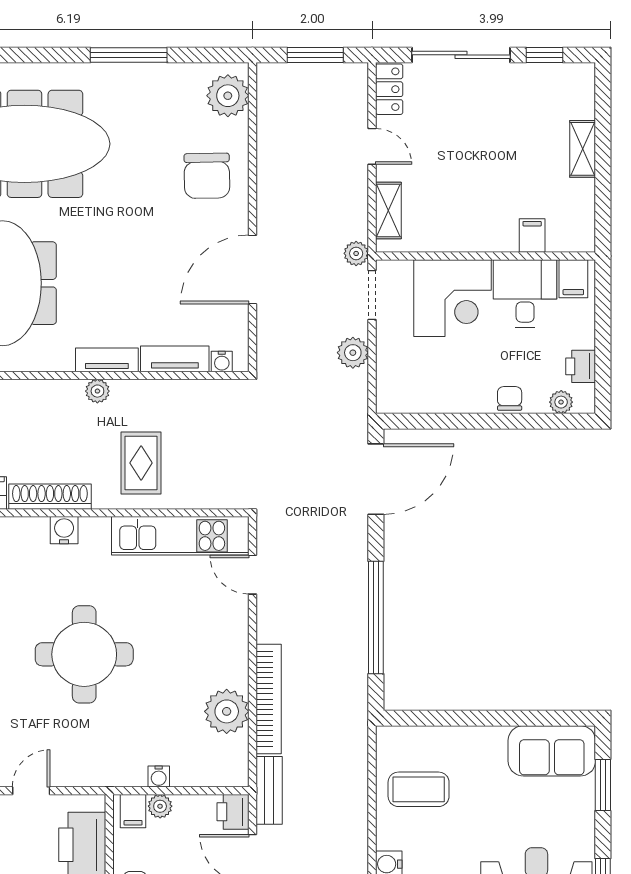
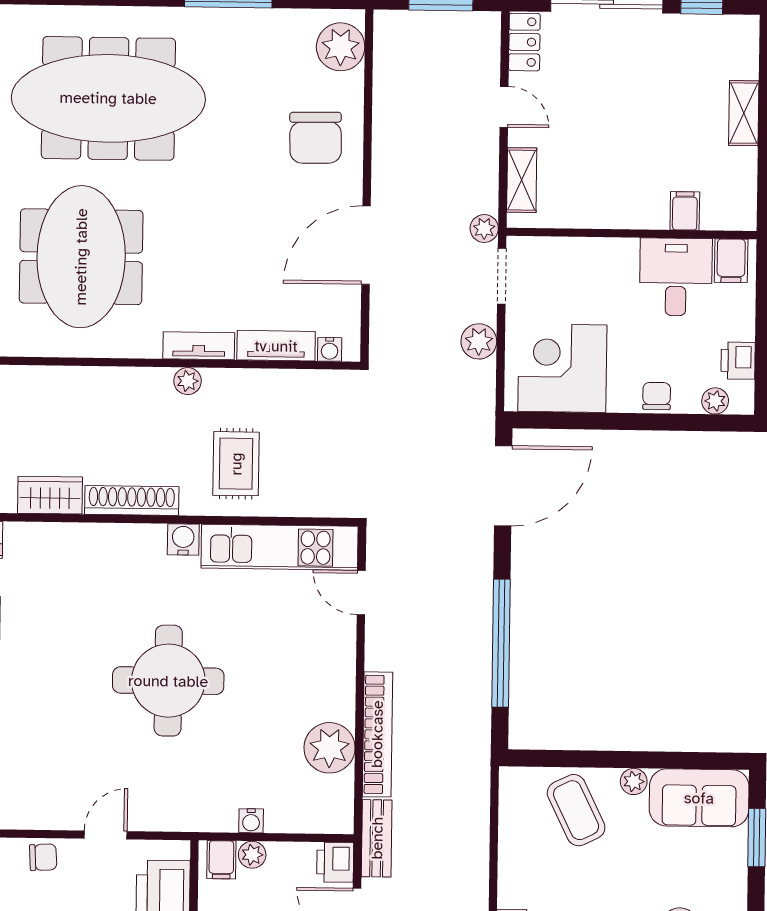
corner desk: (452, 298) -> (562, 368), moved, turned 180
water cooler: (64, 530) -> (183, 539), moved
plant: (494, 737) -> (634, 781), added
coffee table: (419, 789) -> (576, 810), moved, turned 64

